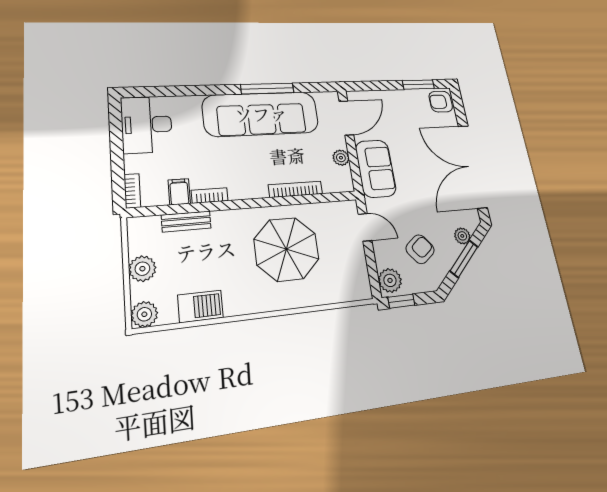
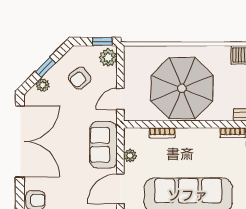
bookcase: (295, 189) -> (162, 133), width x0.64
door: (365, 227) -> (120, 99), hinge flipped
parasol: (286, 249) -> (182, 88), width x1.36, depth x1.36
window: (464, 259) -> (46, 67), width x0.67

